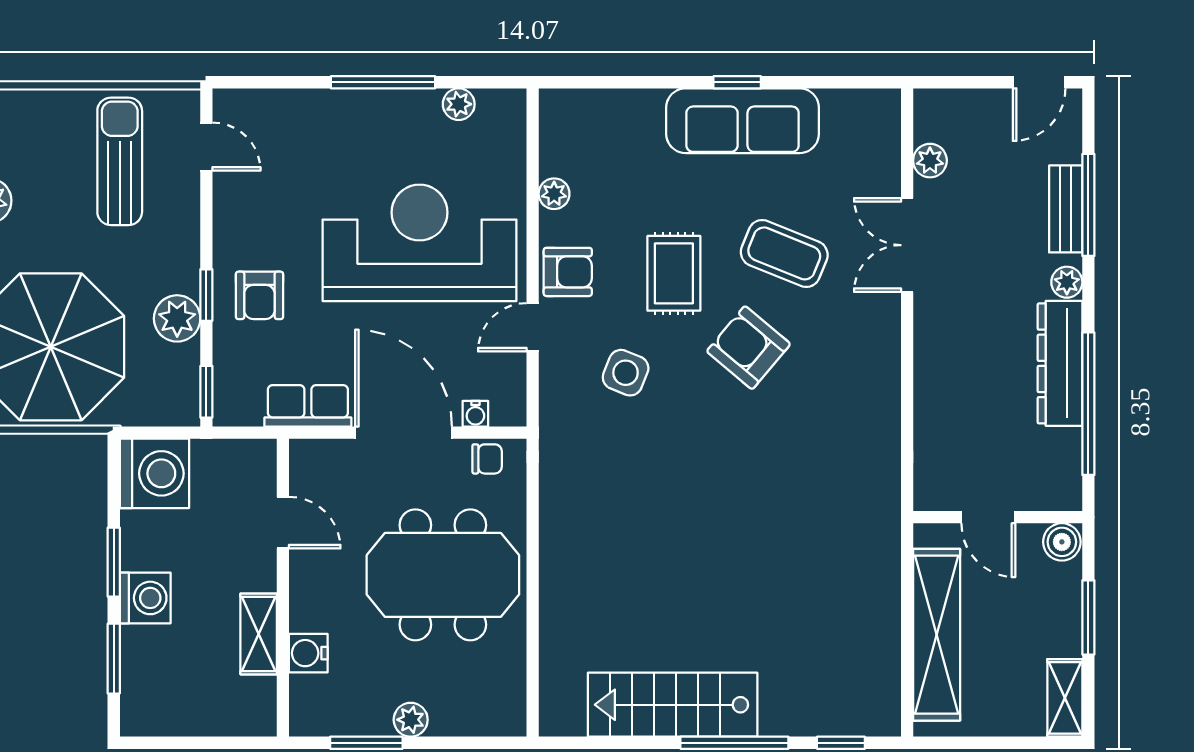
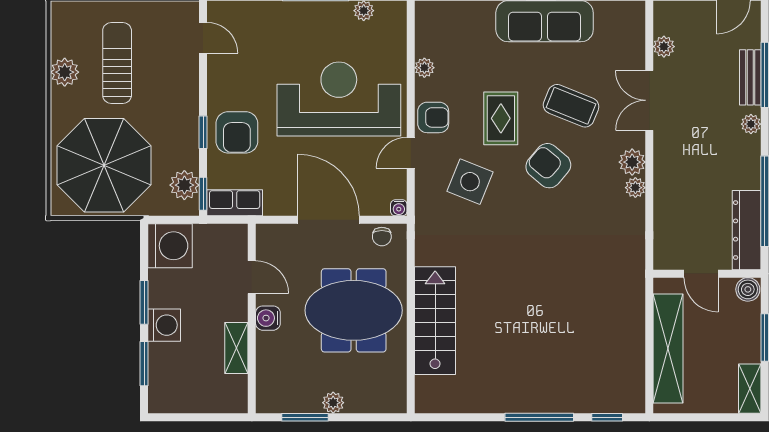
sun lounger: (120, 161) -> (117, 63), moved
armchair: (259, 295) -> (237, 132), width x1.38, depth x1.38
plant: (177, 318) -> (184, 185), moved
plant: (880, 342) -> (632, 162), added
dresser: (1060, 363) -> (747, 230), moved
side table: (626, 373) -> (470, 182), width x1.37, depth x1.37
plant: (885, 382) -> (635, 188), added
row of seats: (308, 406) -> (235, 203), moved
water cooler: (475, 414) -> (399, 208), moved
chair: (487, 459) -> (382, 237), turned 90
water cooler: (308, 653) -> (268, 318), moved
stairs: (673, 705) -> (435, 321), moved, turned 90

